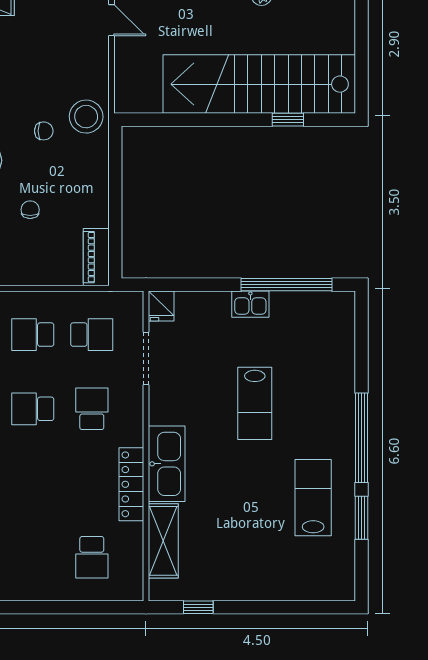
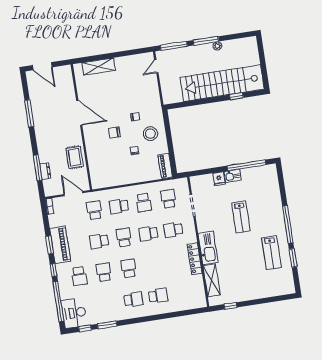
door: (112, 20) -> (156, 66), swing flipped
stool: (86, 117) -> (150, 134), moved
fridge: (161, 306) -> (219, 179), moved
school desk: (33, 335) -> (144, 203), turned -90
school desk: (92, 335) -> (168, 199), turned -90
school desk: (92, 409) -> (173, 230), turned -90
lab bench: (313, 498) -> (271, 253), turned 180
school desk: (92, 557) -> (158, 296), moved, turned -90

